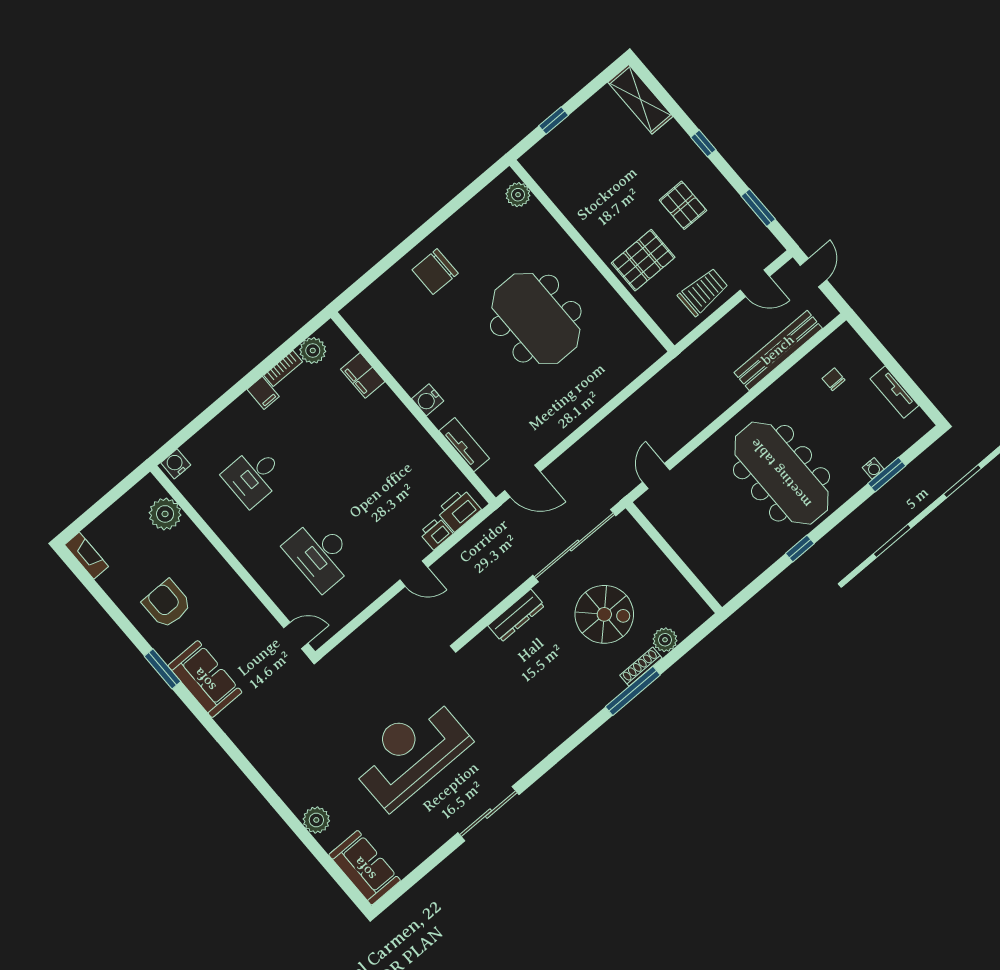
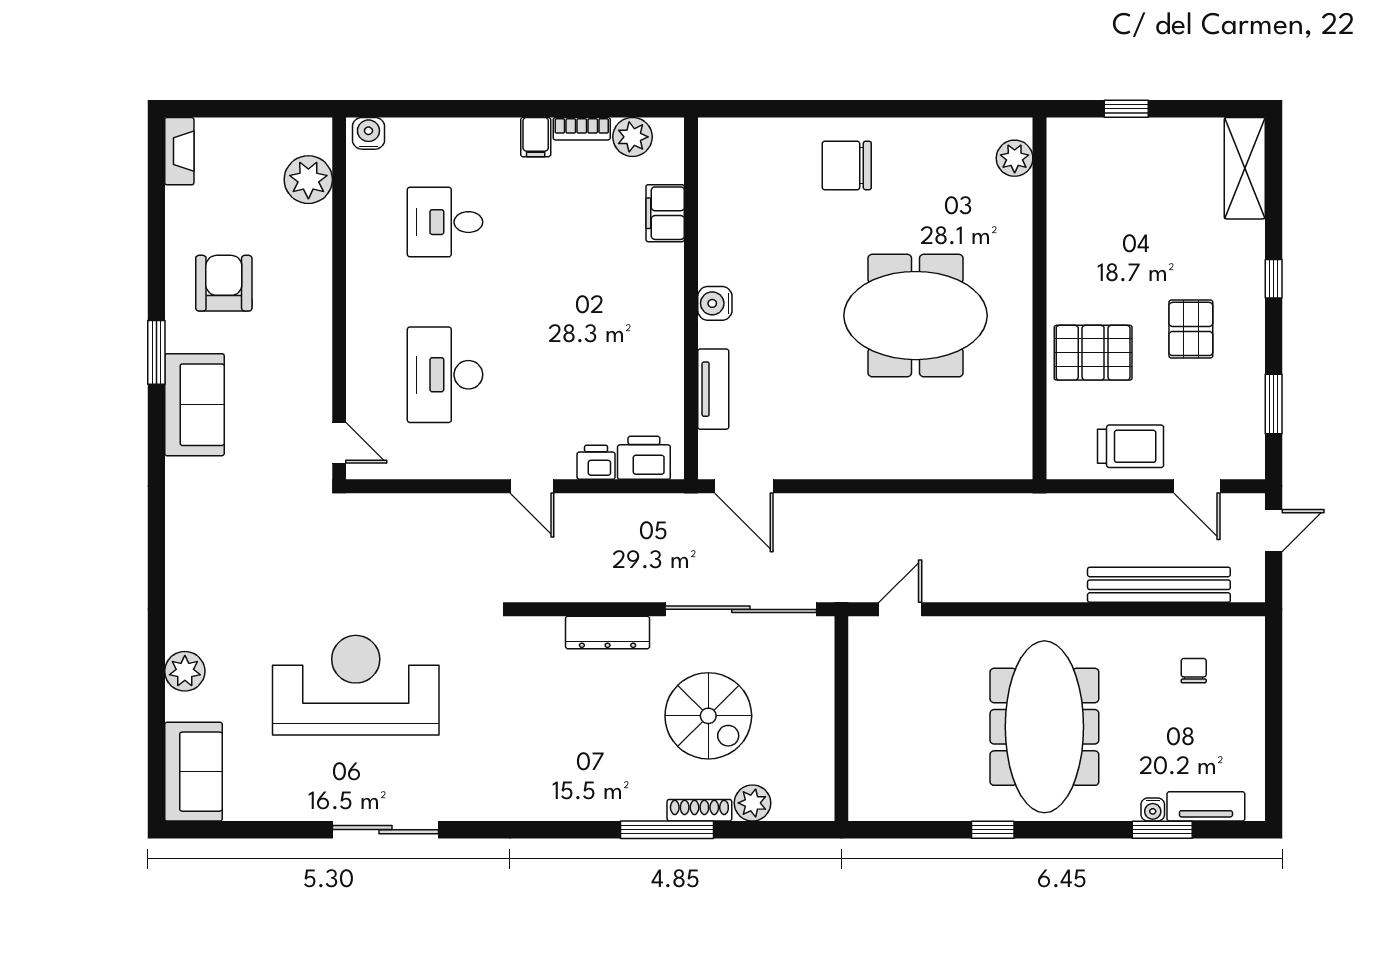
meeting table: (536, 319) -> (916, 316), turned 90
tv unit: (894, 392) -> (1206, 806), moved, turned 90

